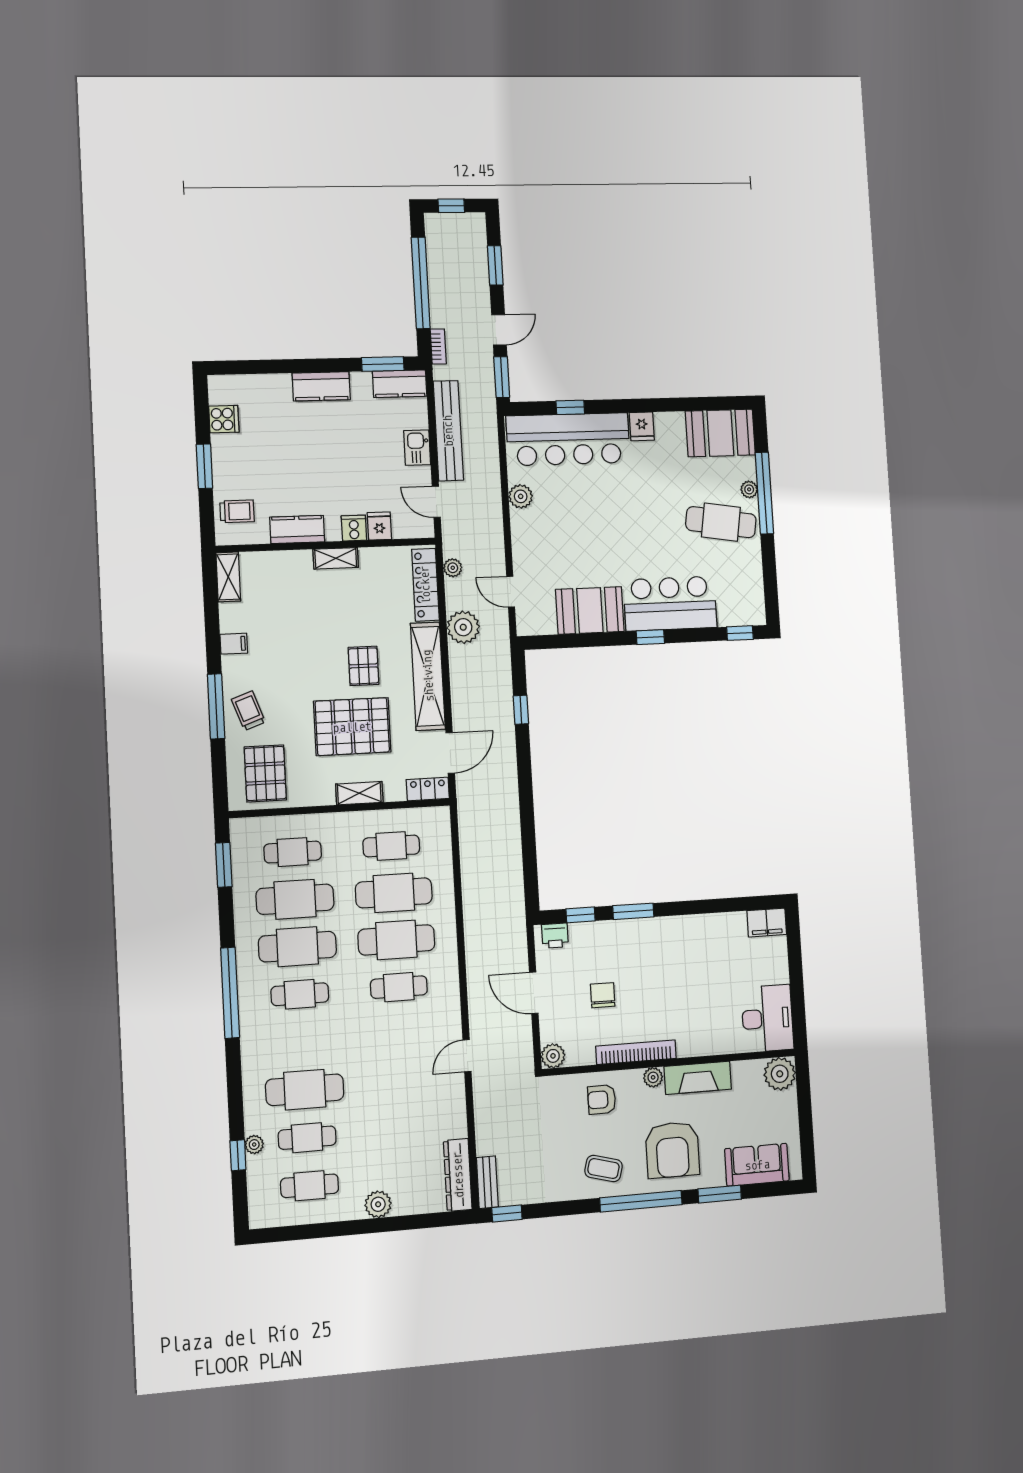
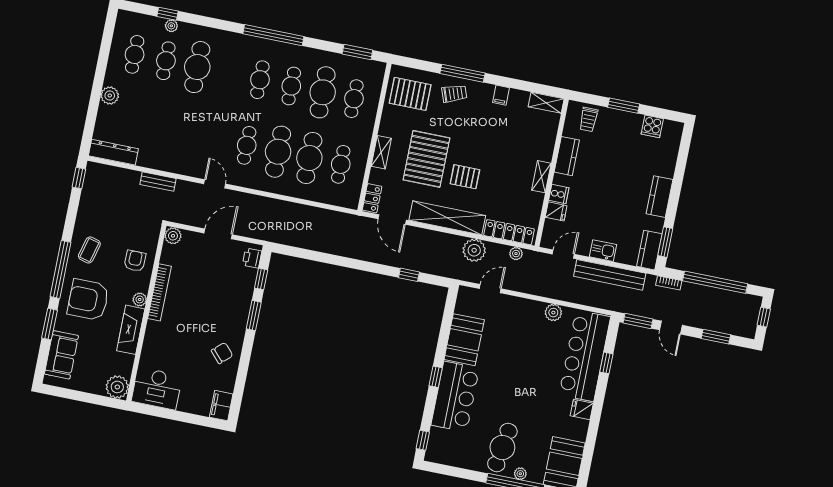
cafe table: (297, 947) -> (291, 86), width x0.73, depth x0.74
chair: (603, 995) -> (222, 353), moved, turned -42
door: (467, 1056) -> (215, 184), moved
bench: (487, 1182) -> (158, 182), moved

